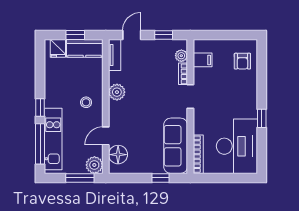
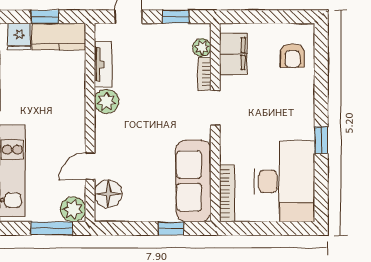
tv unit: (115, 55) -> (103, 64), moved
filing cabinet: (203, 60) -> (233, 54), width x2.00
stool: (86, 102) -> (61, 117), removed

